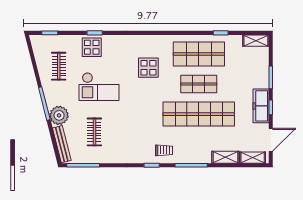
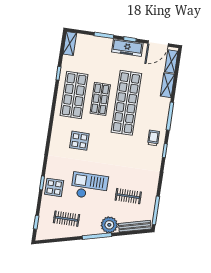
checkout: (99, 87) -> (89, 186), turned -90
door: (271, 140) -> (158, 43), swing flipped

